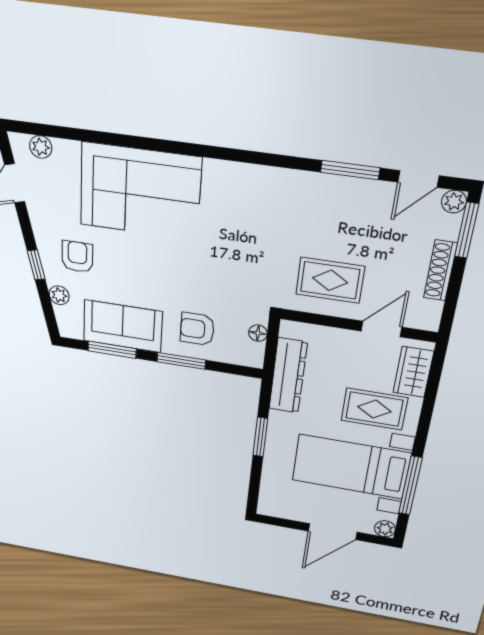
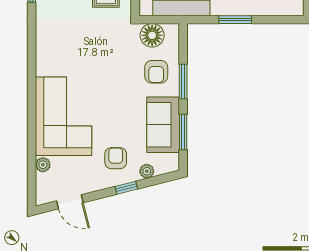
plant: (41, 147) -> (43, 165), moved
armchair: (77, 257) -> (116, 158), turned 90
floor lamp: (258, 333) -> (152, 35), width x1.89, depth x1.89

